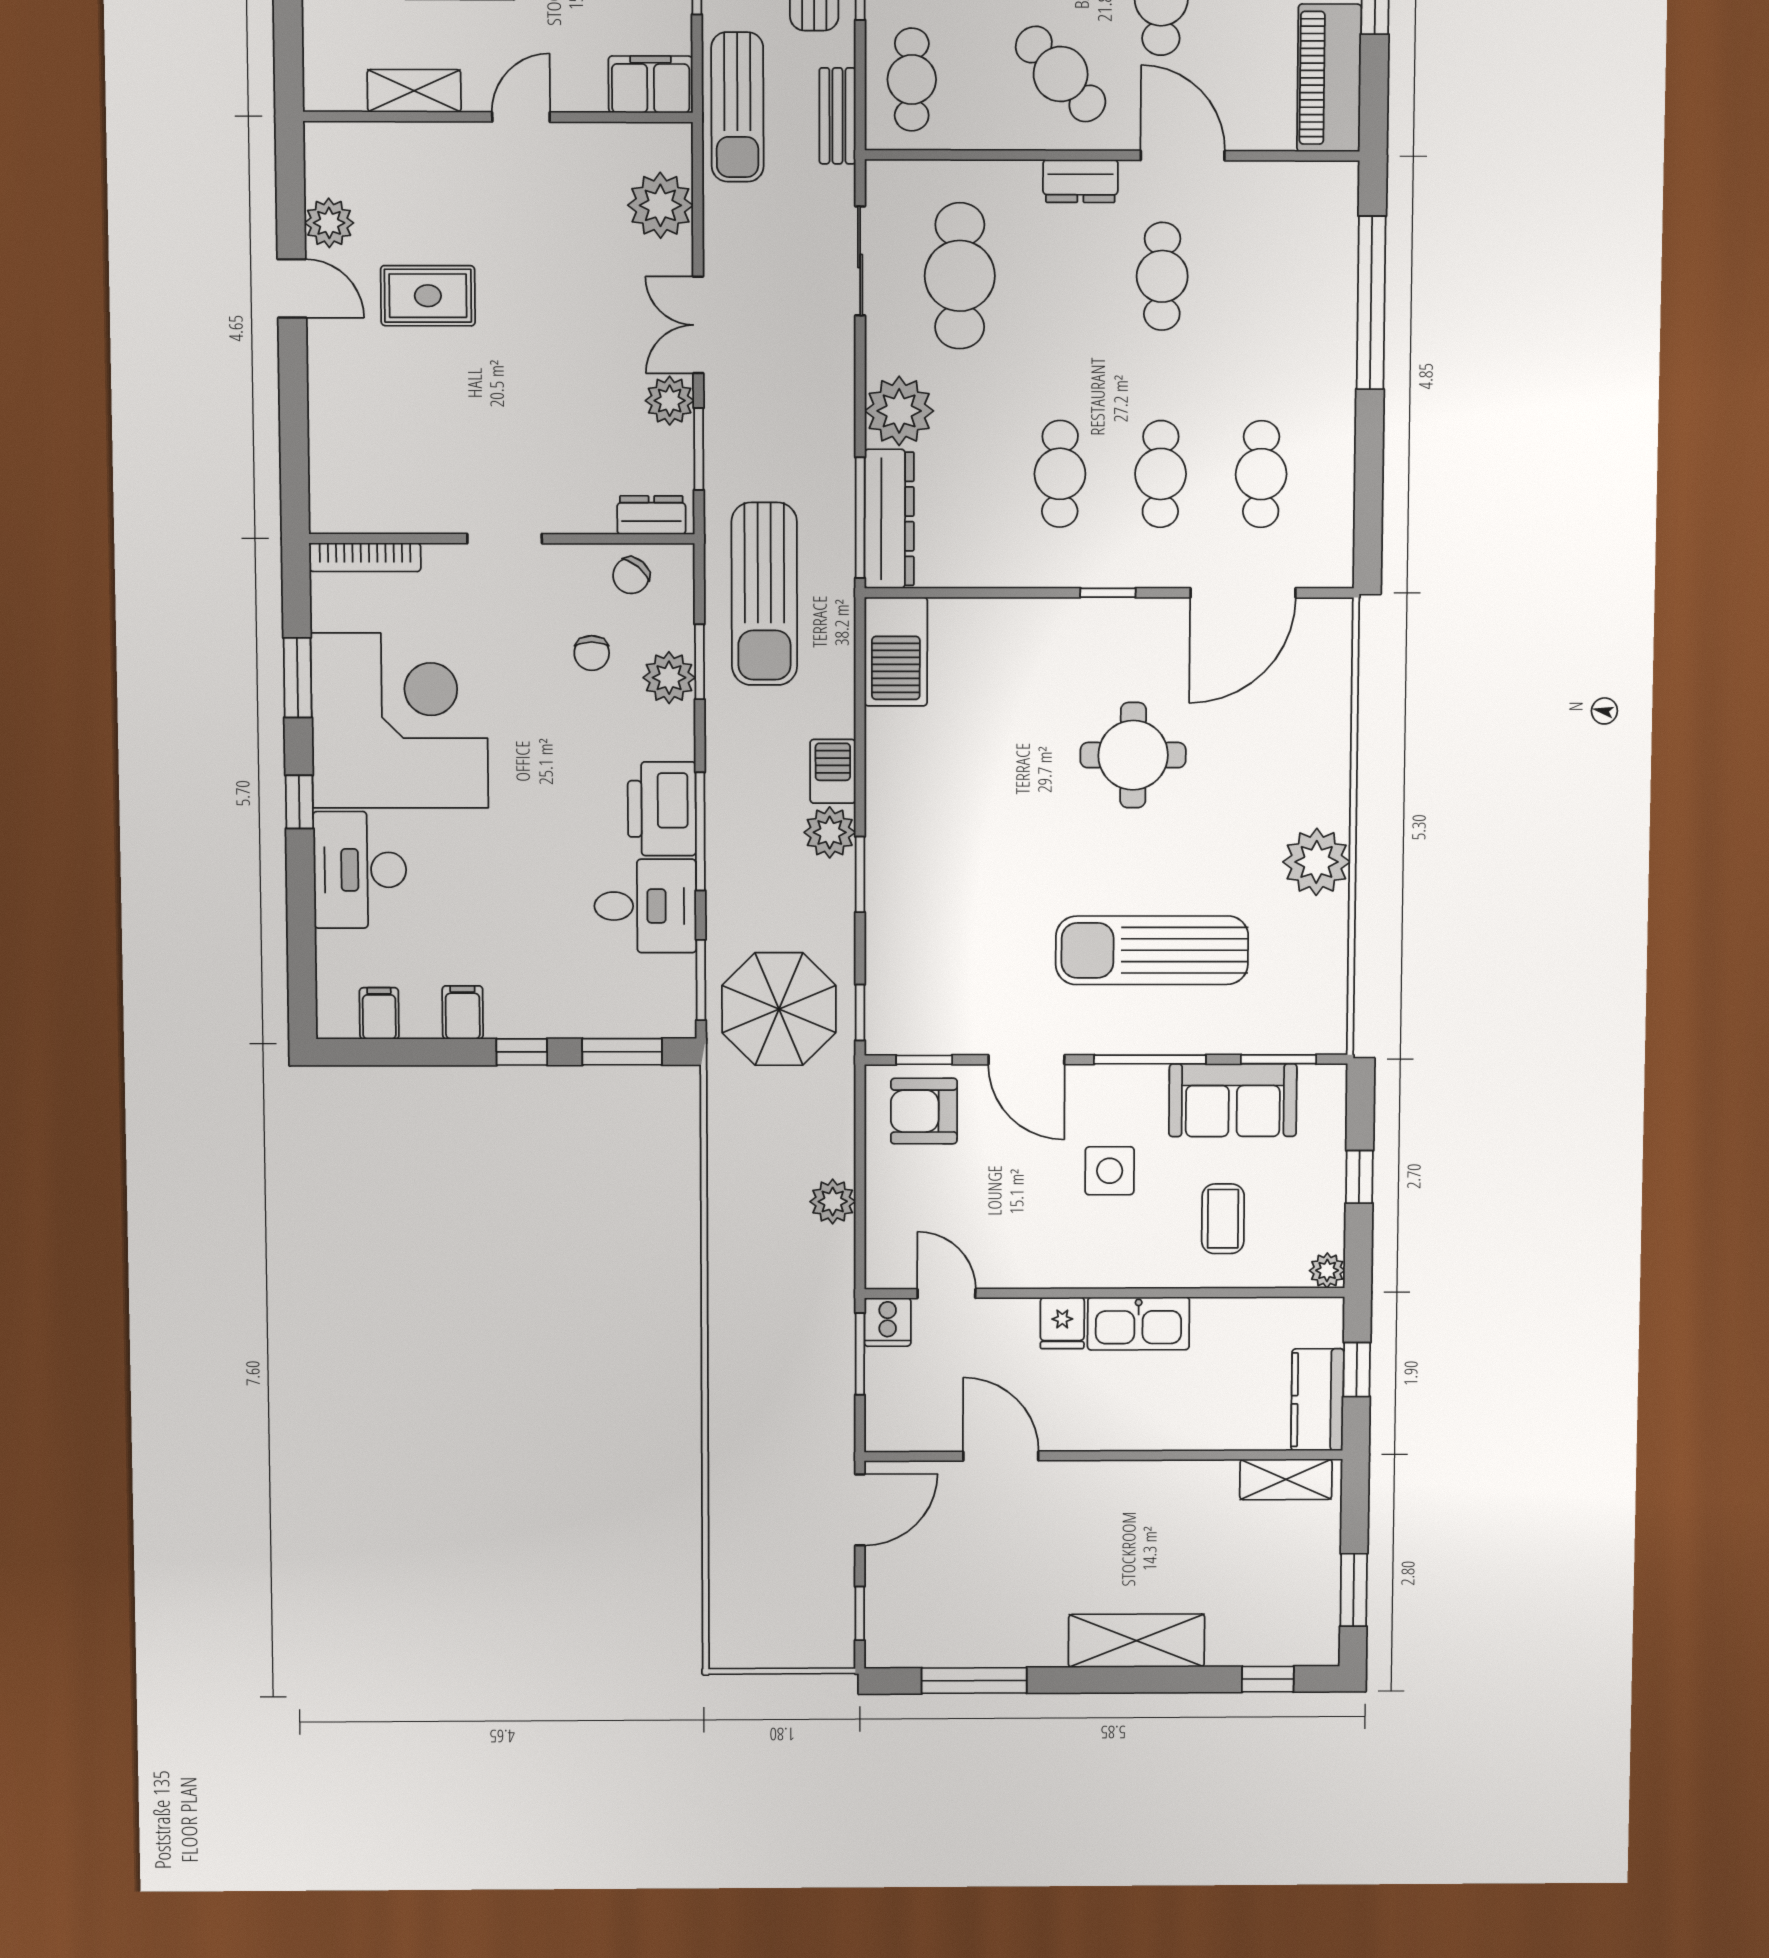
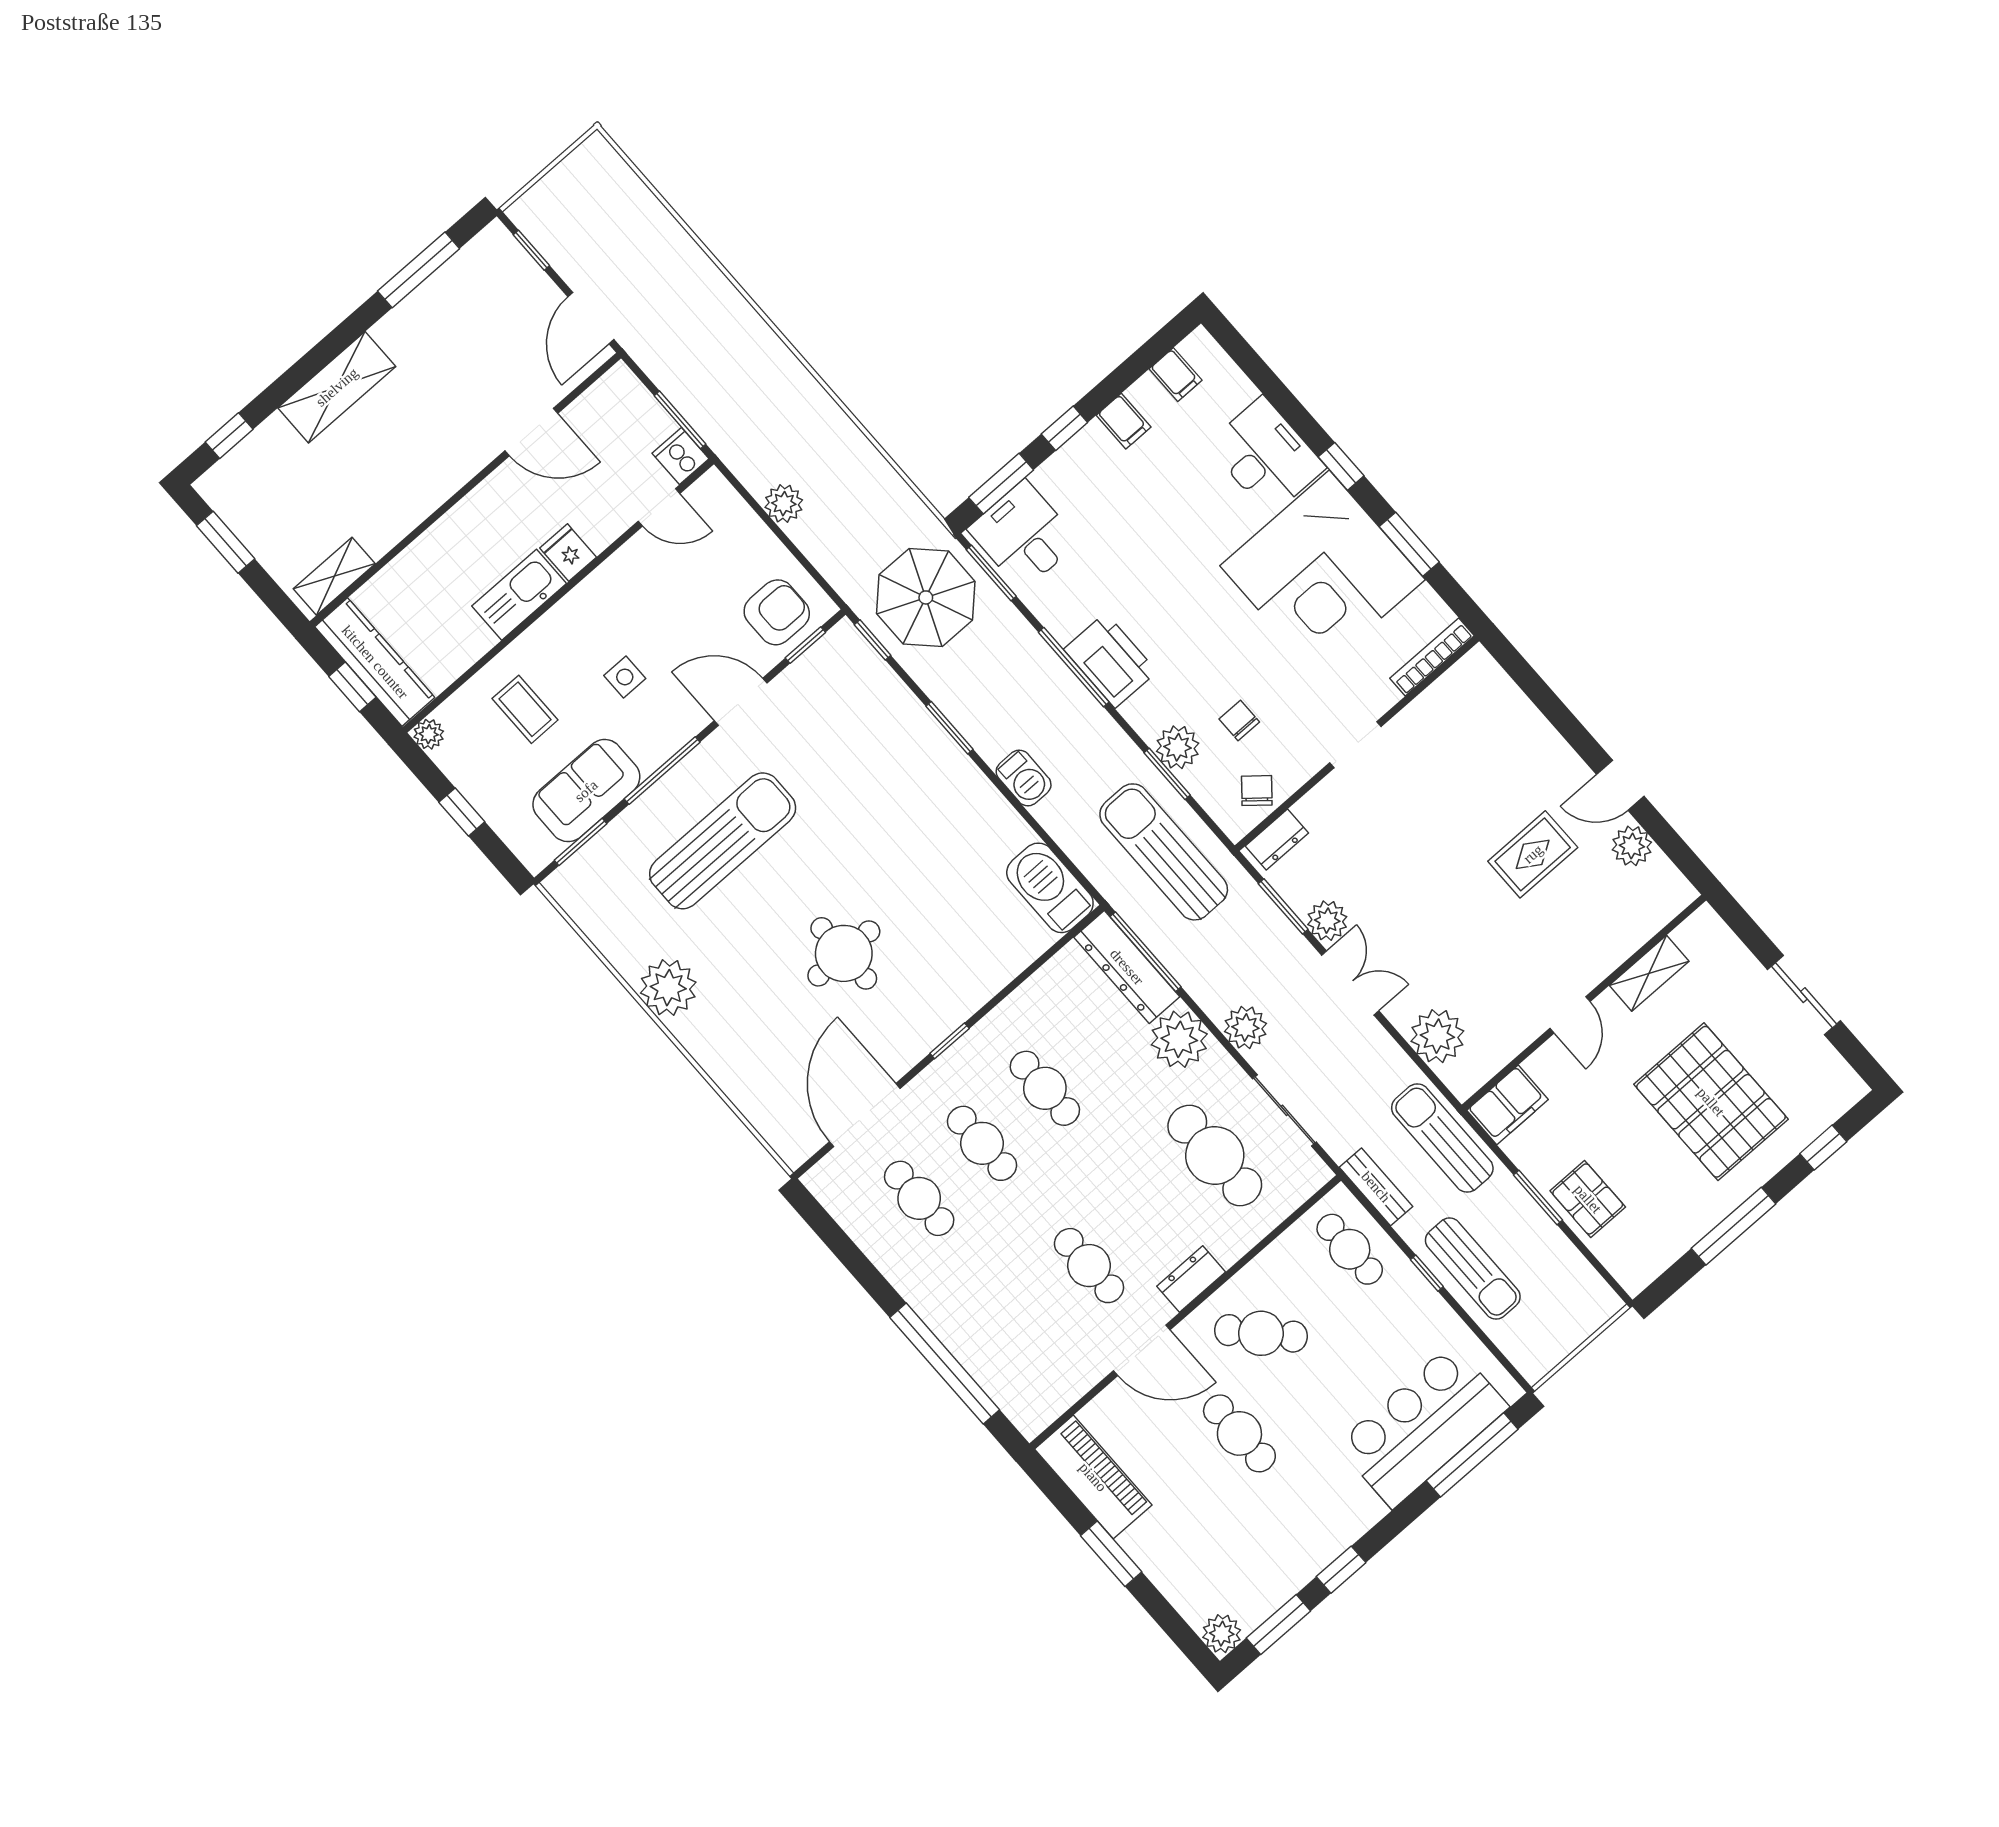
plant: (830, 832) -> (1245, 1027), moved
desk: (645, 906) -> (1024, 535), moved, turned 90
side table: (1110, 1171) -> (625, 677), width x0.73, depth x0.73
kitchen counter: (1317, 1400) -> (375, 662), width x1.50

